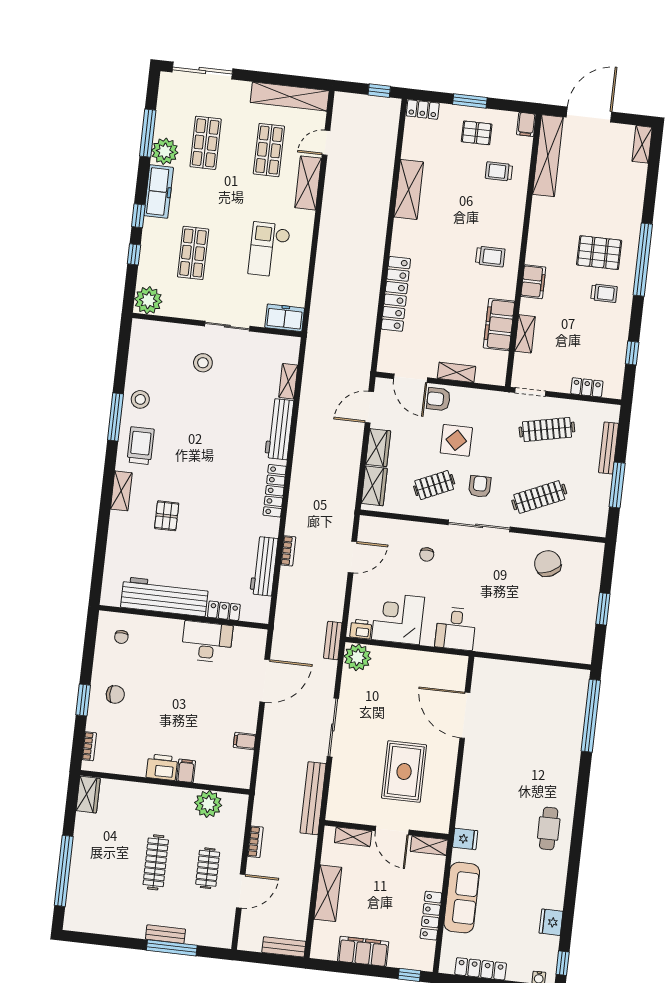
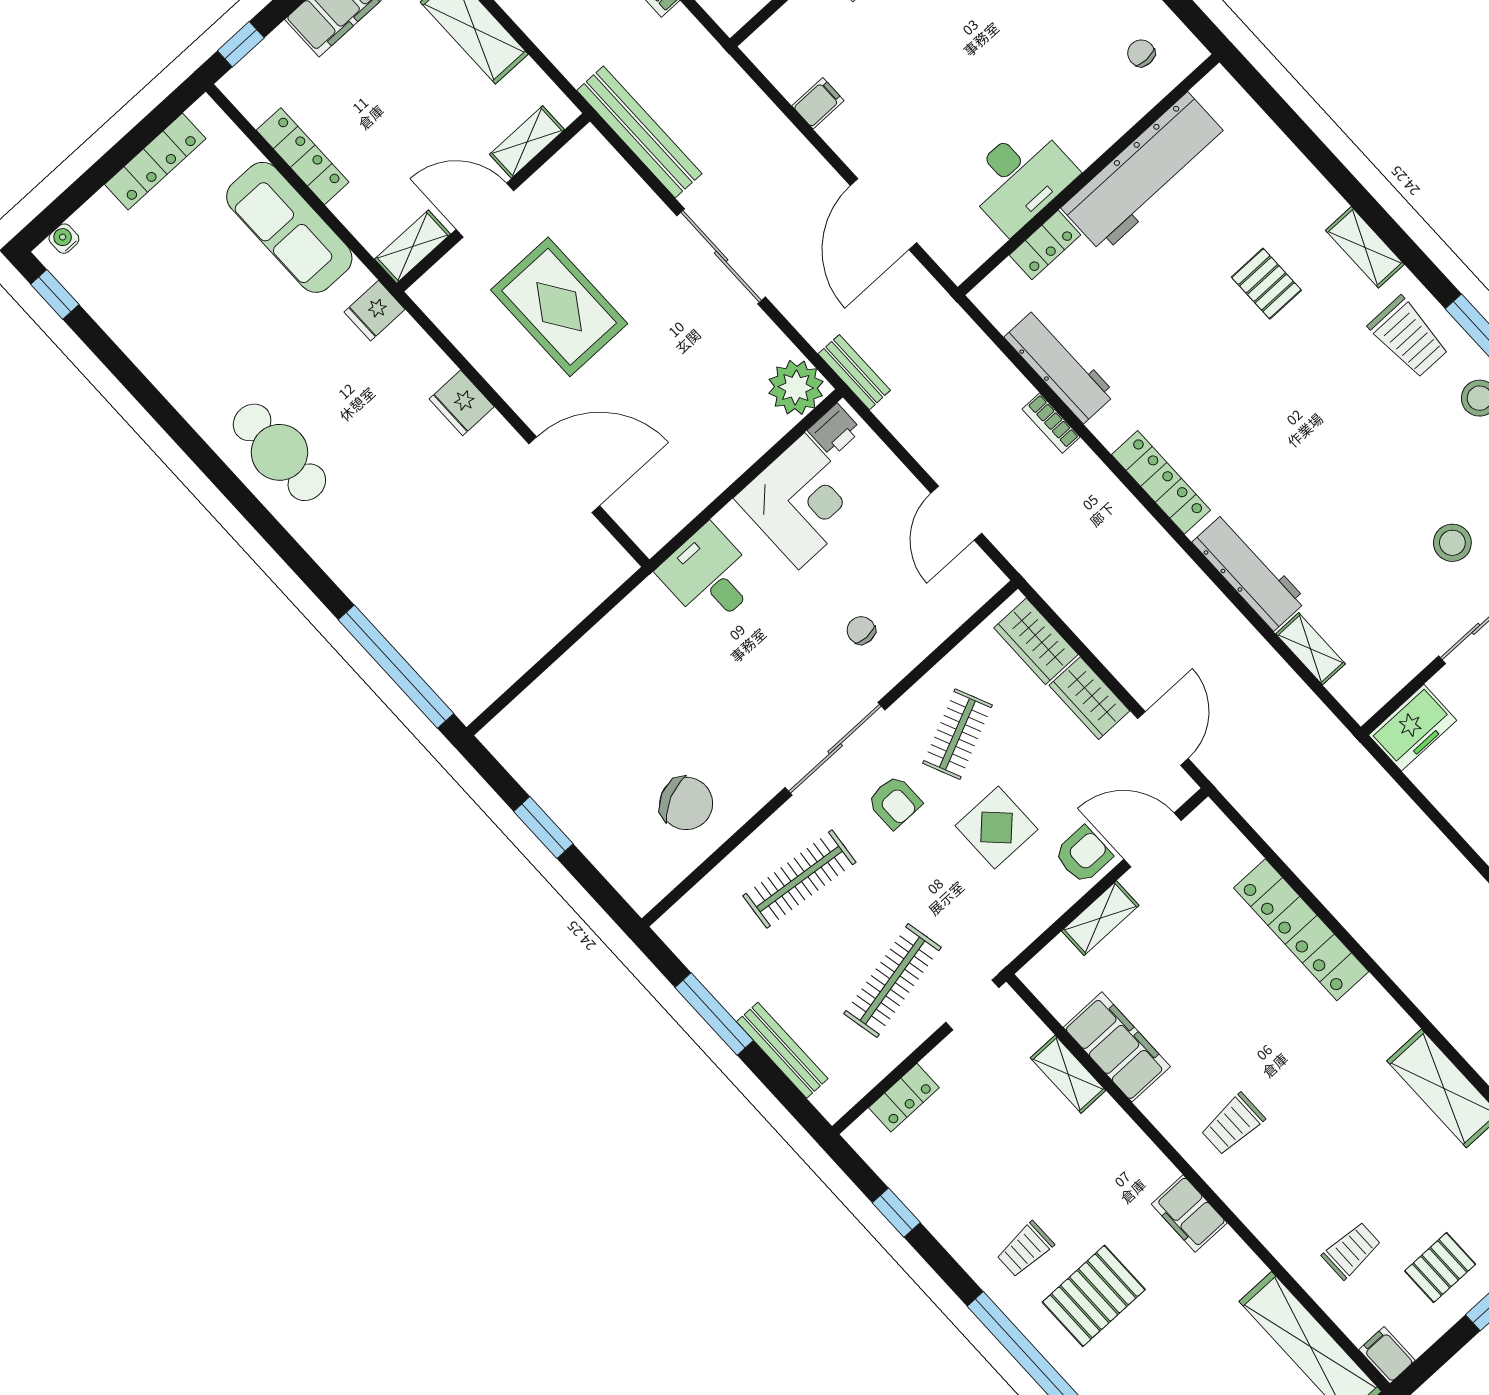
filing cabinet: (533, 282) -> (1189, 1214), moved
clothes rail: (539, 497) -> (799, 879), turned 30
cafe table: (549, 828) -> (279, 452), width x1.37, depth x1.35
fridge: (551, 922) -> (462, 403), moved, turned 180

